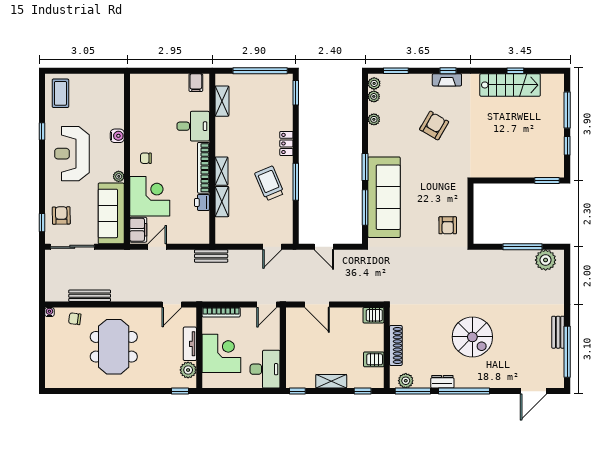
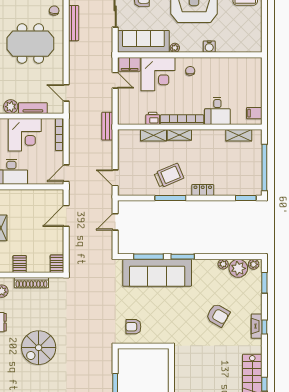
plant: (374, 96) -> (238, 268), width x1.88, depth x1.88
door: (267, 304) -> (66, 173), hinge flipped

